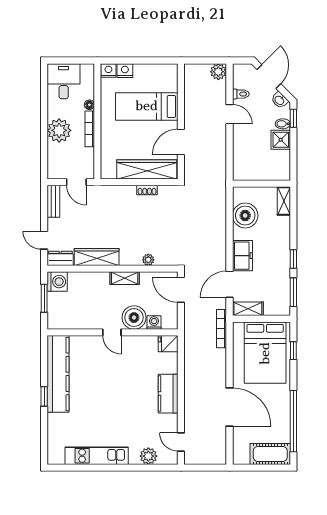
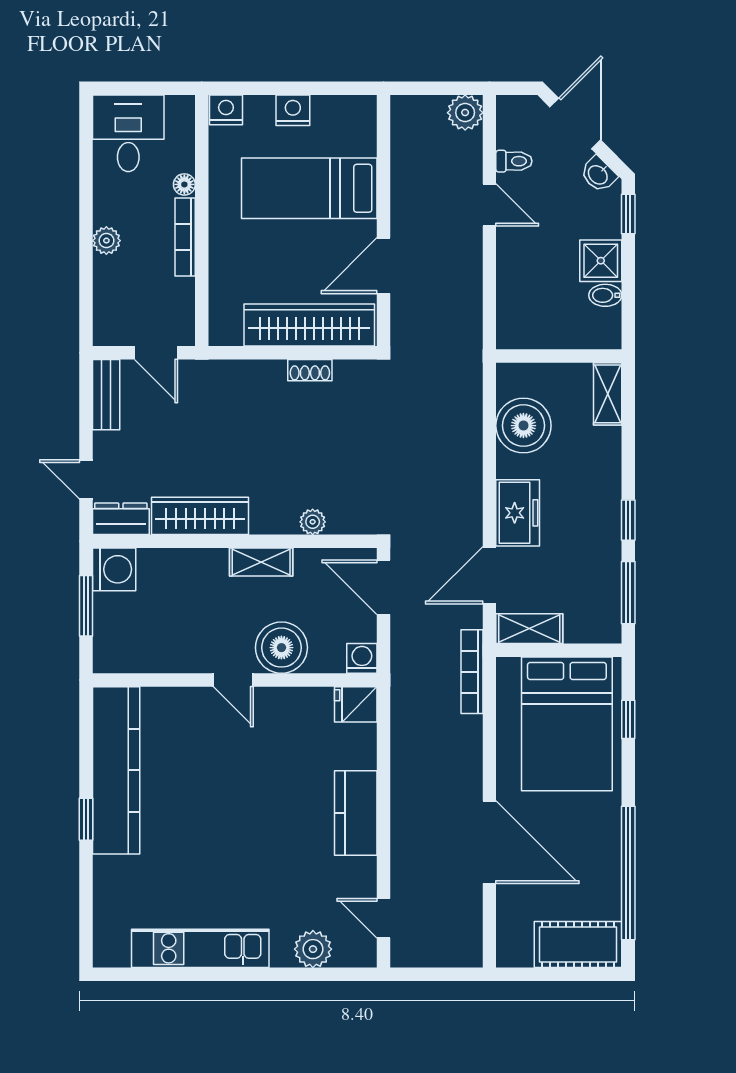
nightstand: (125, 71) -> (293, 110), moved
bidet: (283, 124) -> (605, 295), moved
plant: (59, 130) -> (106, 241), width x0.53, depth x0.53
washing machine: (154, 322) -> (362, 658), moved

